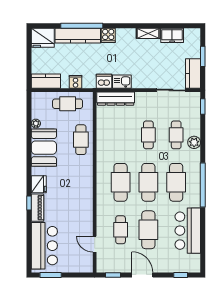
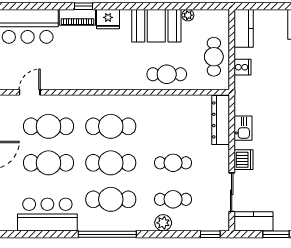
dishwasher: (104, 81) -> (243, 160), moved
cafe table: (121, 230) -> (48, 126), width x1.37, depth x1.35

